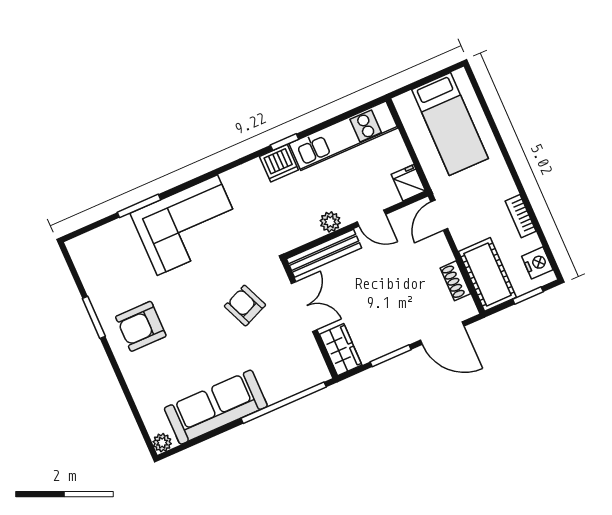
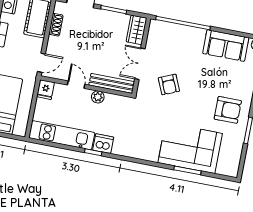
corner sofa: (187, 225) -> (190, 148), moved
sofa: (216, 407) -> (226, 45), width x0.73

